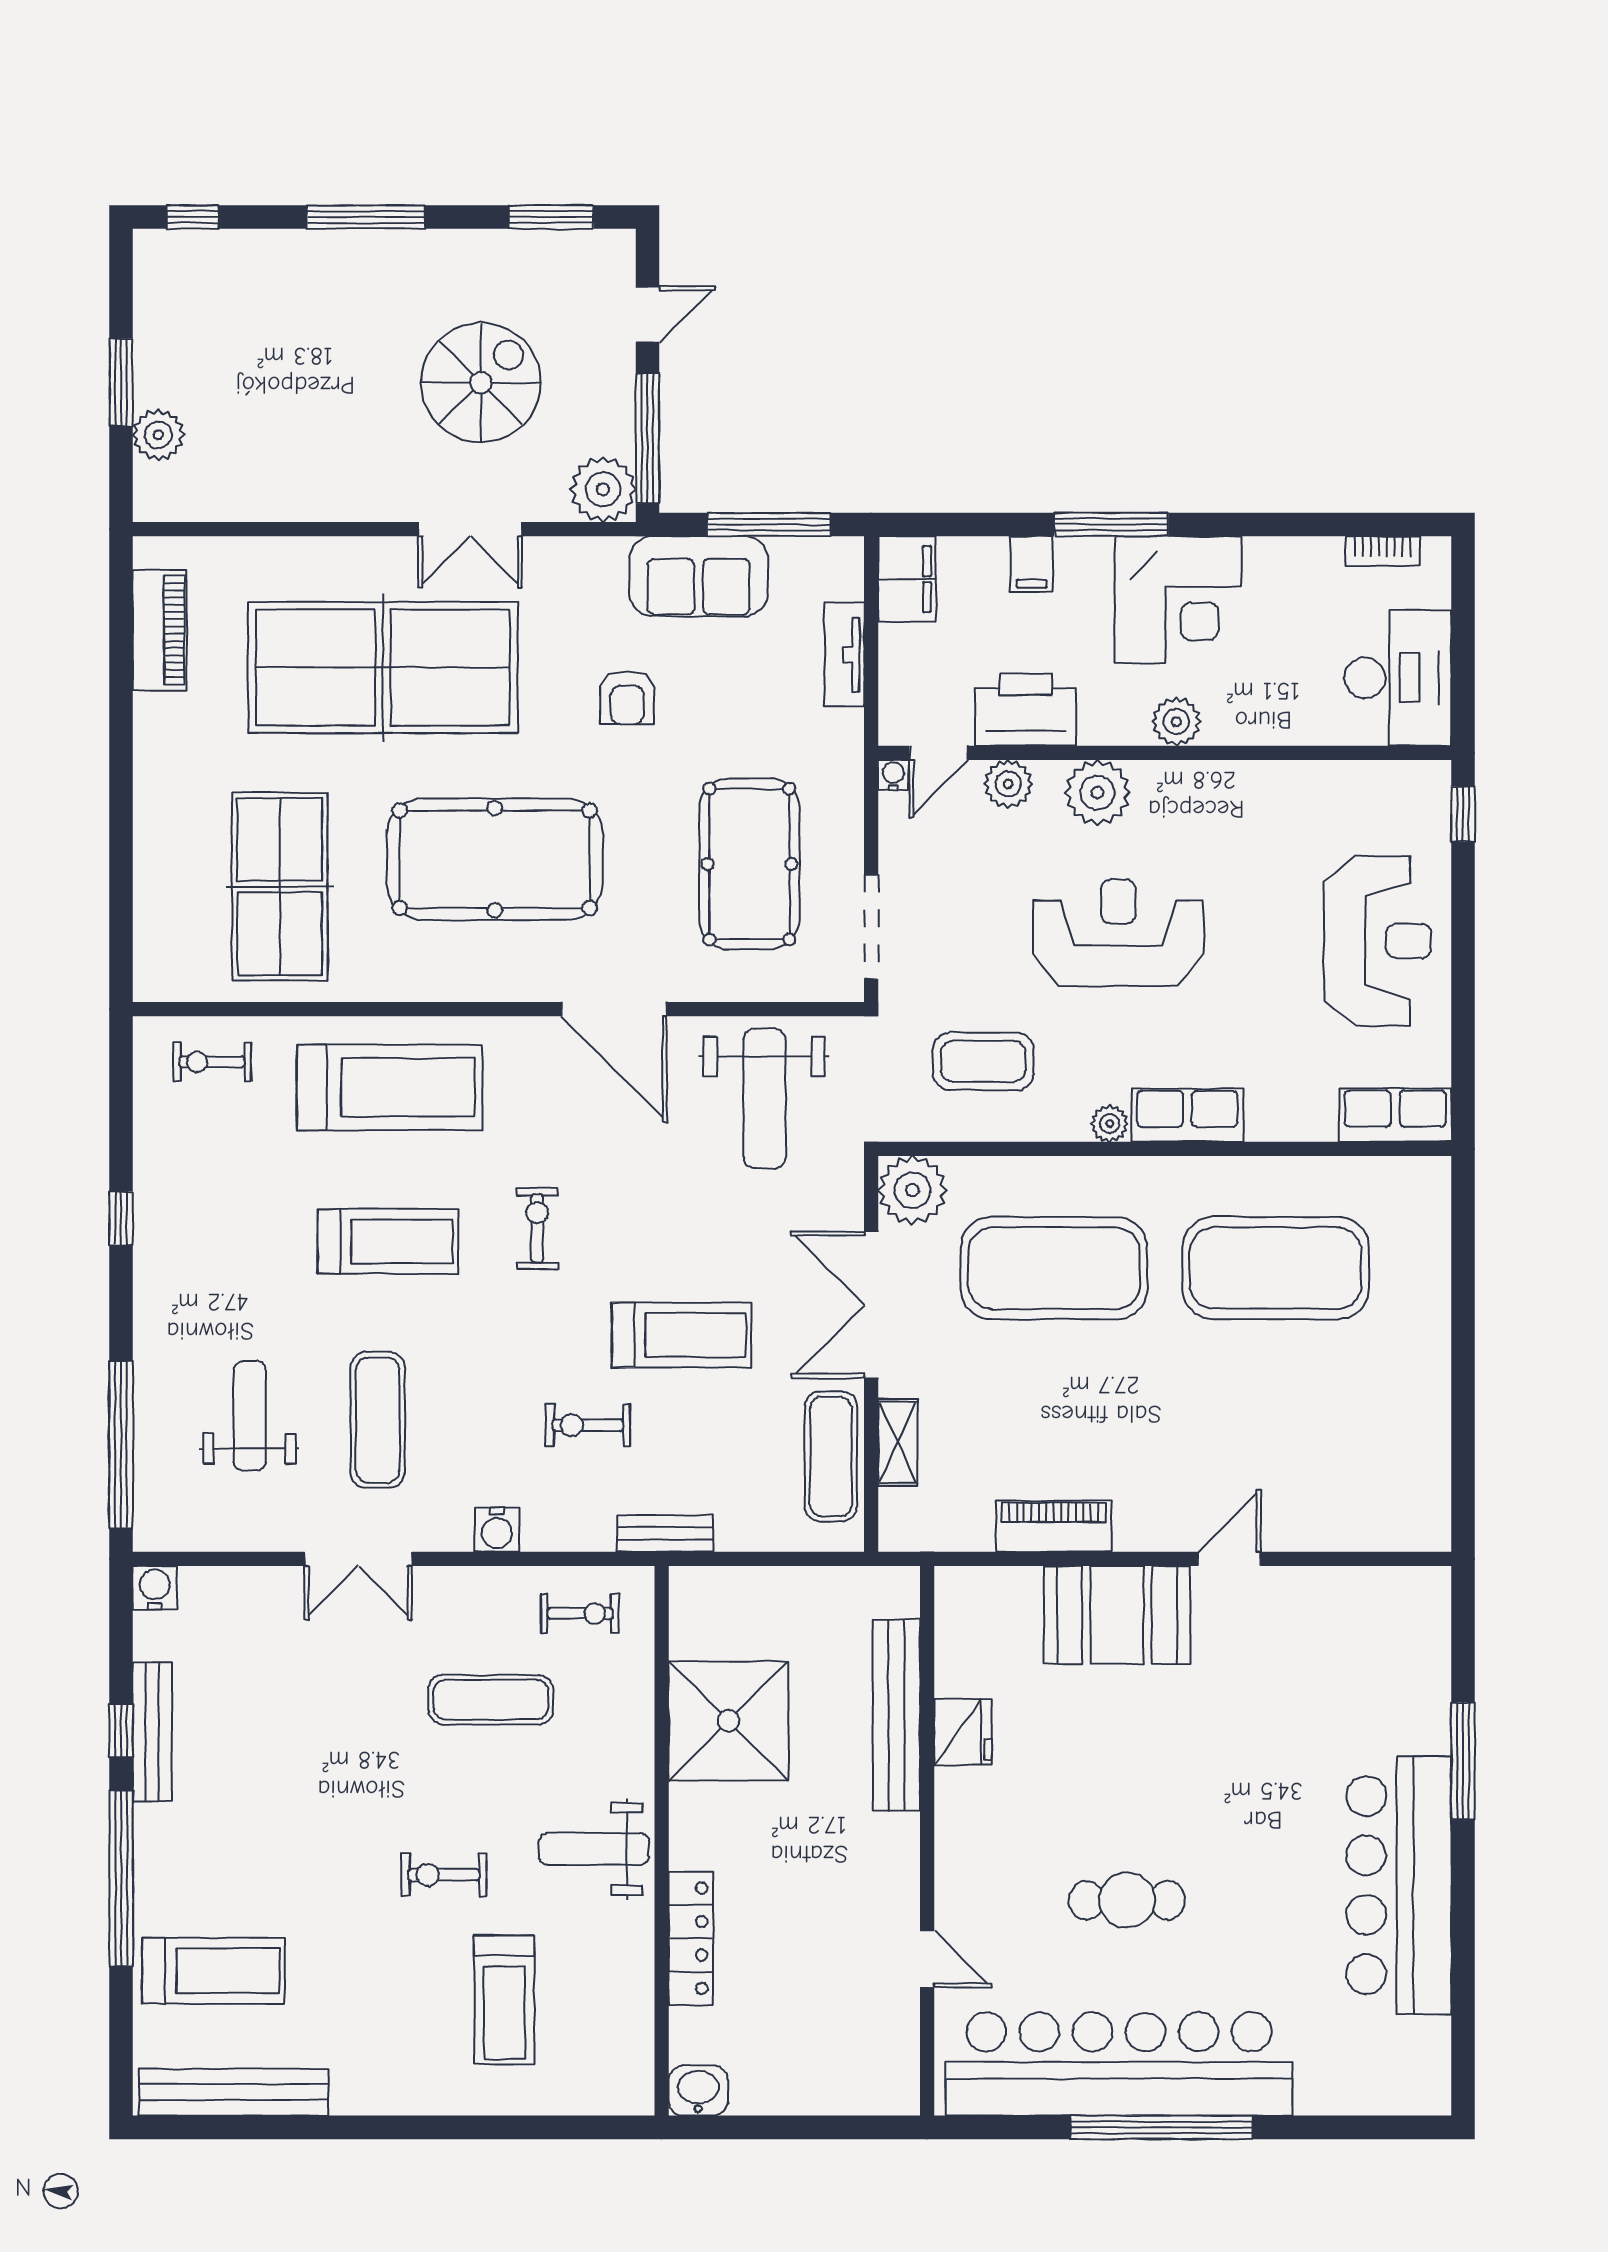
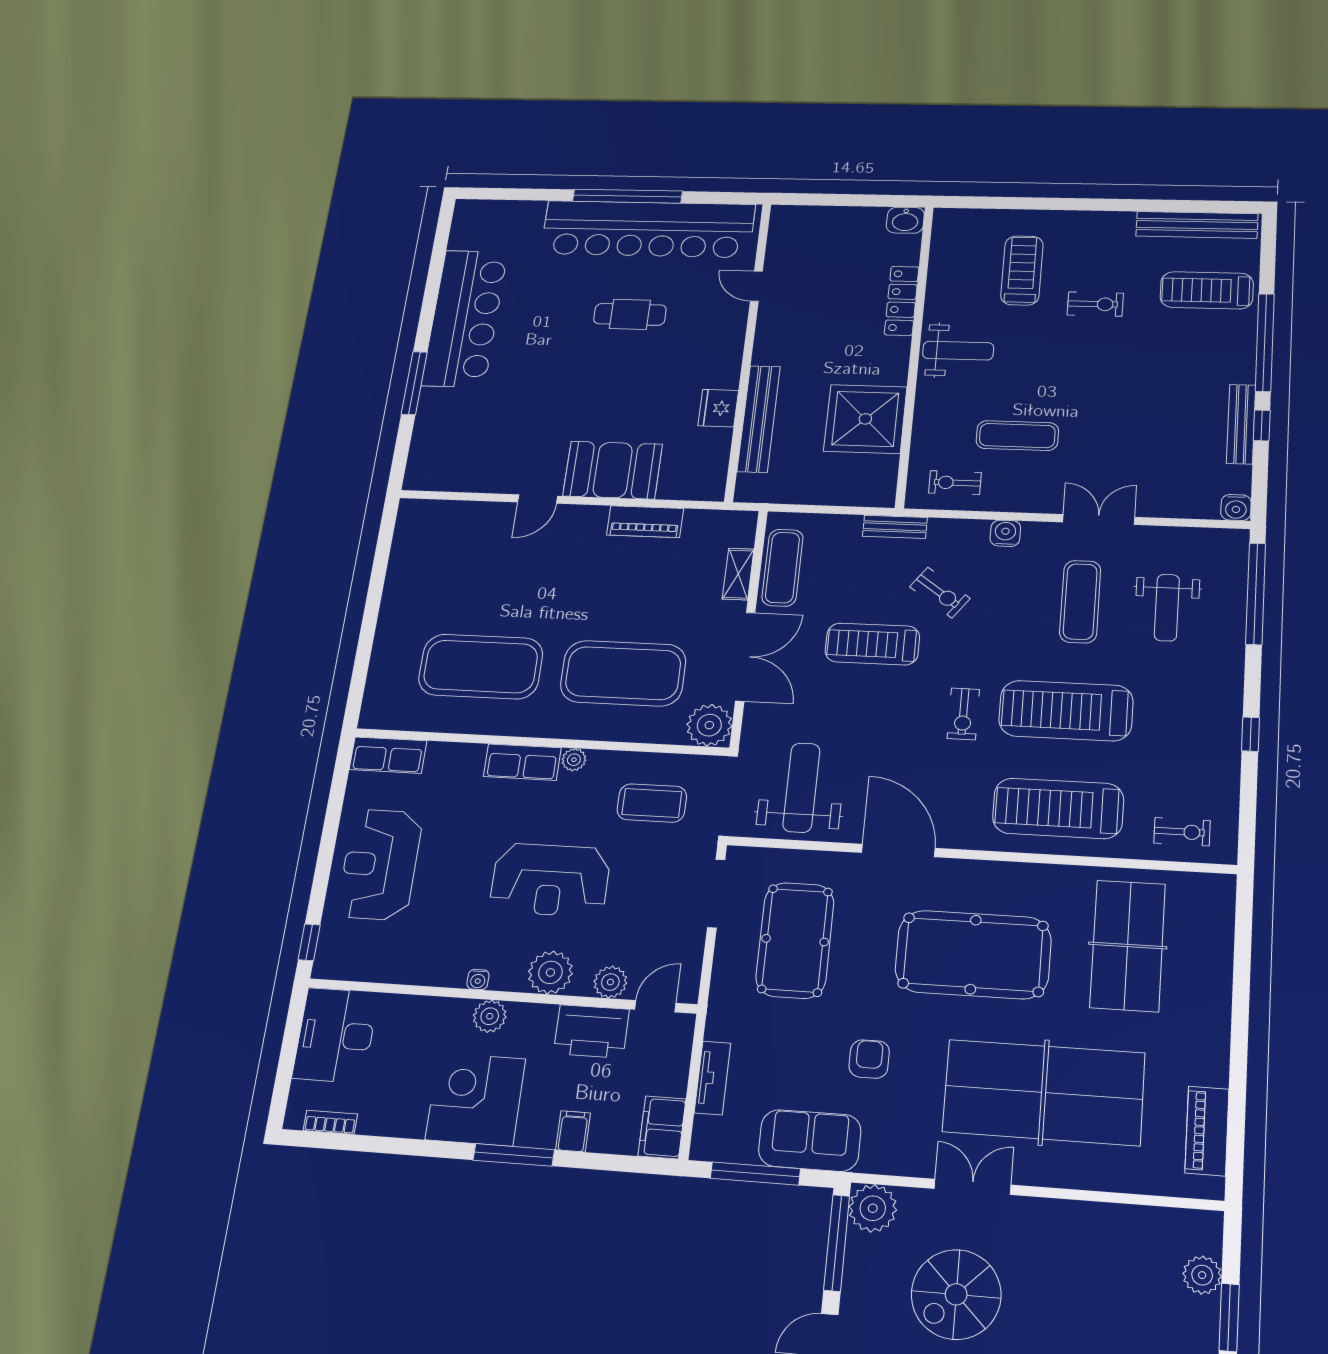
water cooler: (893, 775) -> (478, 979), moved
treadmill: (388, 1241) -> (1066, 711), width x1.37, depth x1.38
exercise bike: (588, 1425) -> (940, 593), turned 36
exercise bike: (444, 1875) -> (1095, 304), moved

